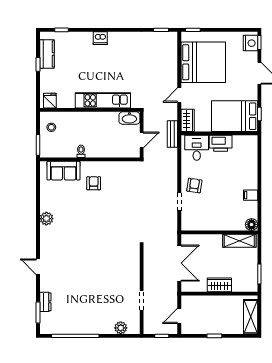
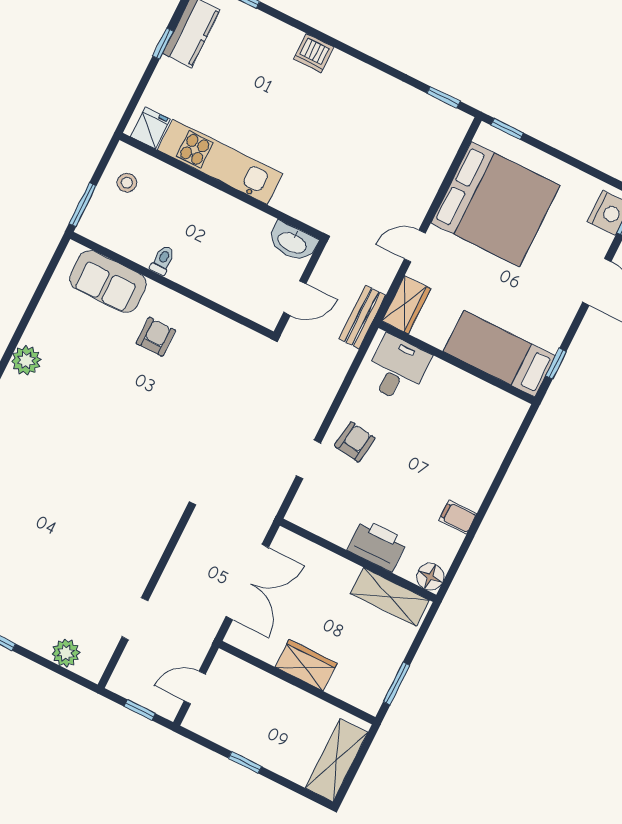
kitchen unit: (103, 100) -> (220, 162), moved
bed: (235, 116) -> (499, 354), width x0.67
printer: (221, 143) -> (377, 545), moved, turned 180

